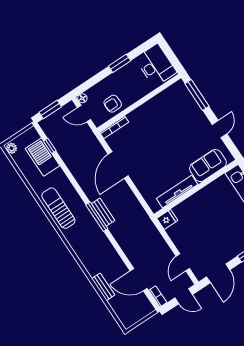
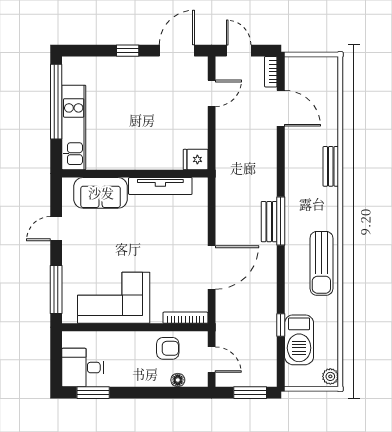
window: (120, 63) -> (93, 393), moved
desk: (156, 65) -> (83, 368), width x0.73
floor lamp: (82, 98) -> (178, 380), moved
corner sofa: (162, 112) -> (114, 298), added
window: (50, 146) -> (281, 325), moved
bench: (103, 287) -> (331, 166), moved

